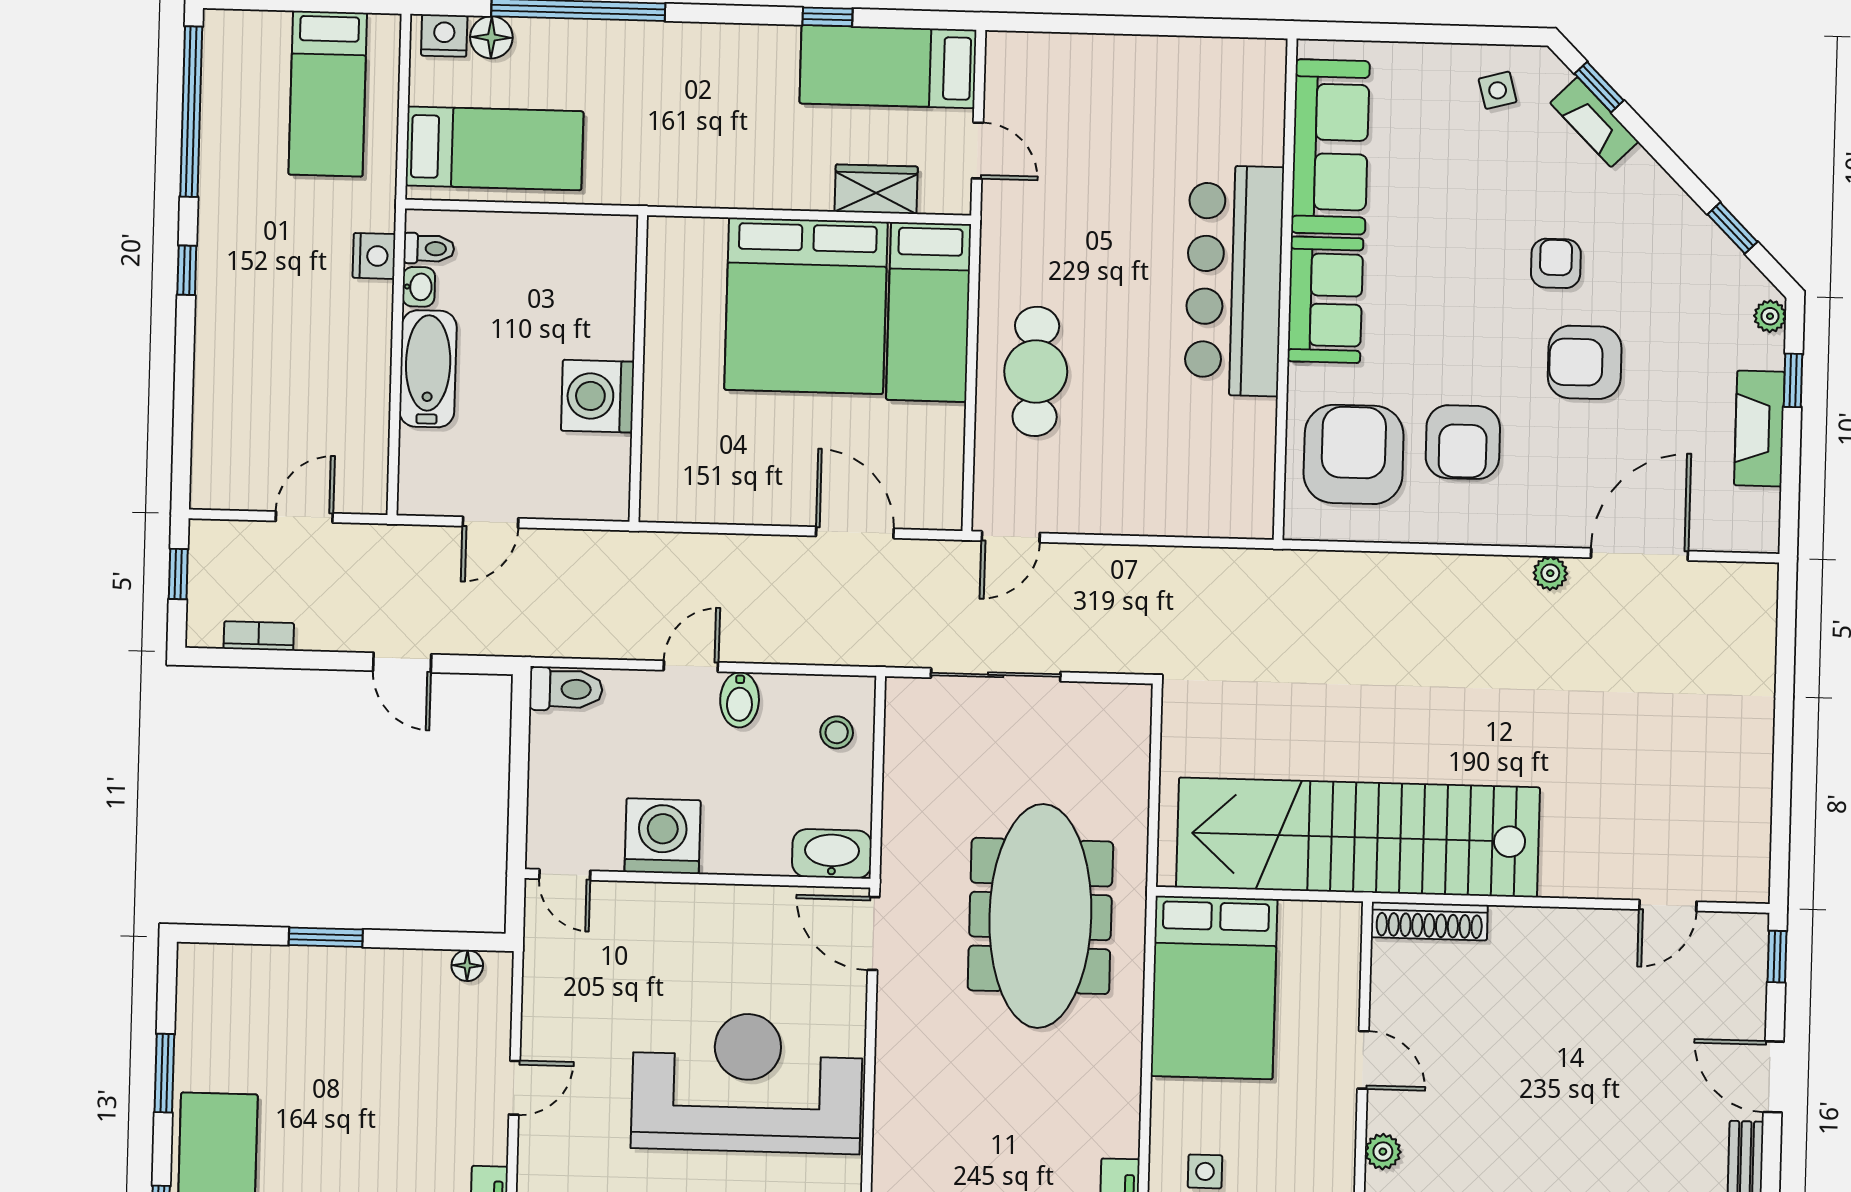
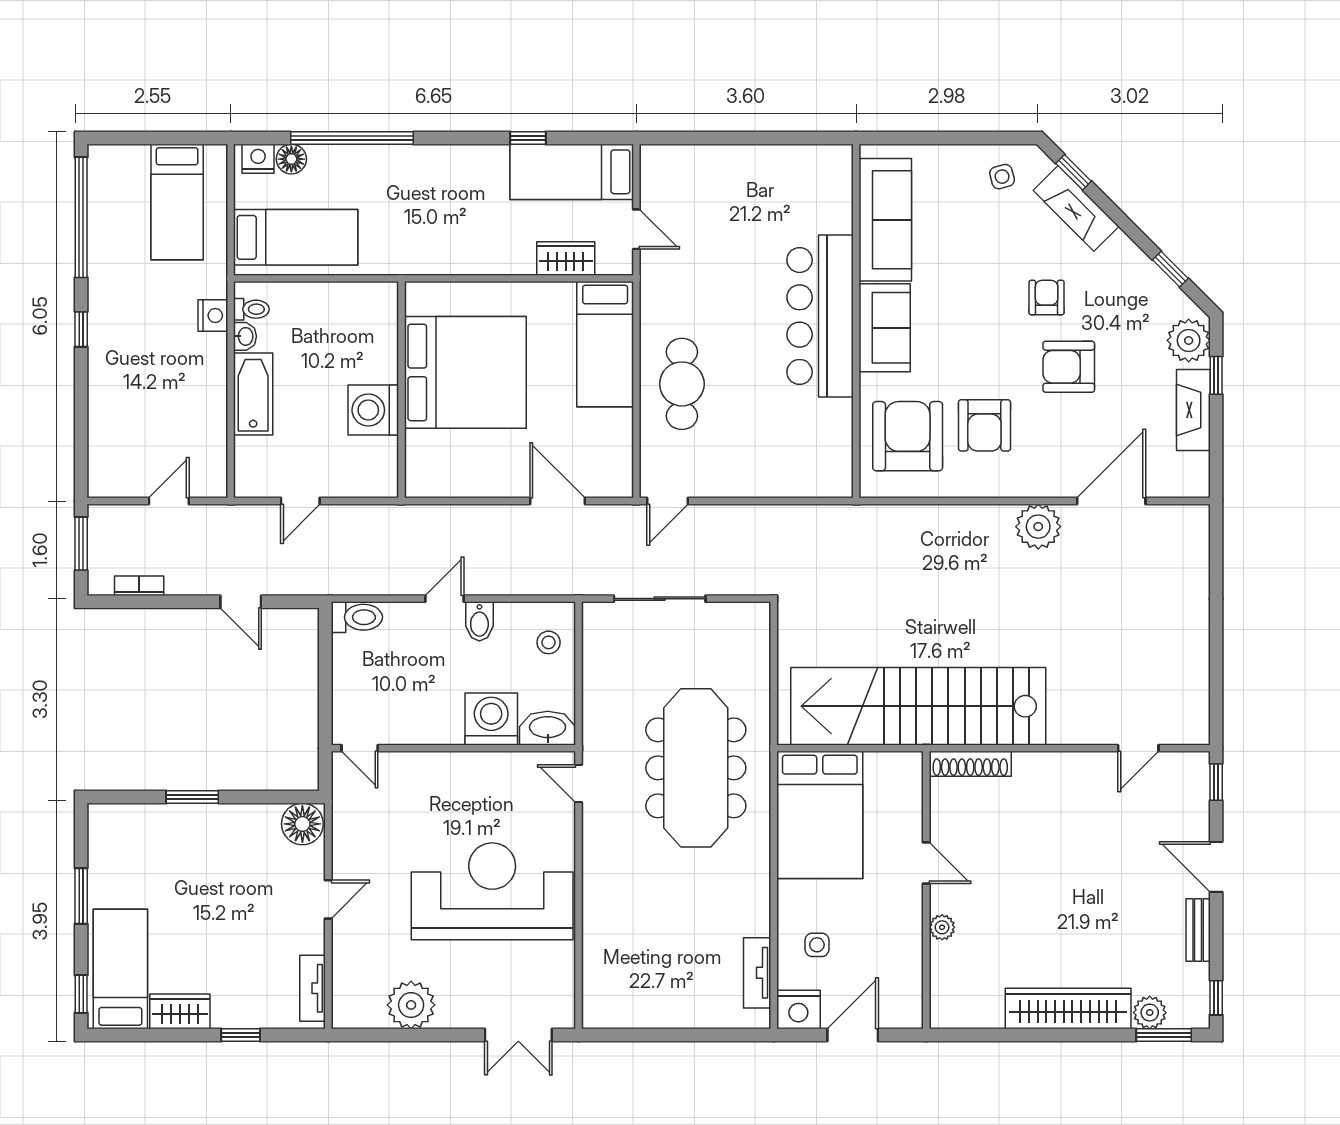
fireplace: (1594, 122) -> (1076, 208), width x1.37, depth x1.32
bed: (806, 306) -> (465, 372), moved, turned -90
plant: (1770, 316) -> (1189, 340), width x1.88, depth x1.88
plant: (1550, 573) -> (1038, 527), width x1.87, depth x1.87
window: (178, 574) -> (81, 544), width x1.50
washing machine: (663, 836) -> (491, 719), moved
door: (873, 934) -> (578, 784), width x0.73
floor lamp: (467, 966) -> (302, 824), width x1.89, depth x1.89

